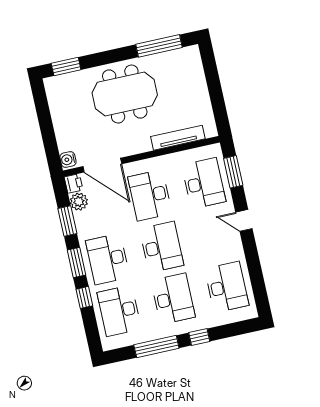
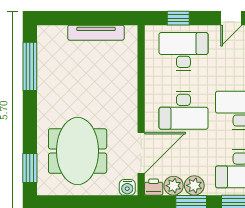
meeting table: (125, 94) -> (78, 151), moved
tv unit: (178, 138) -> (96, 33), moved, turned -90
window: (233, 172) -> (178, 18), width x0.67
plant: (83, 220) -> (194, 185), added

